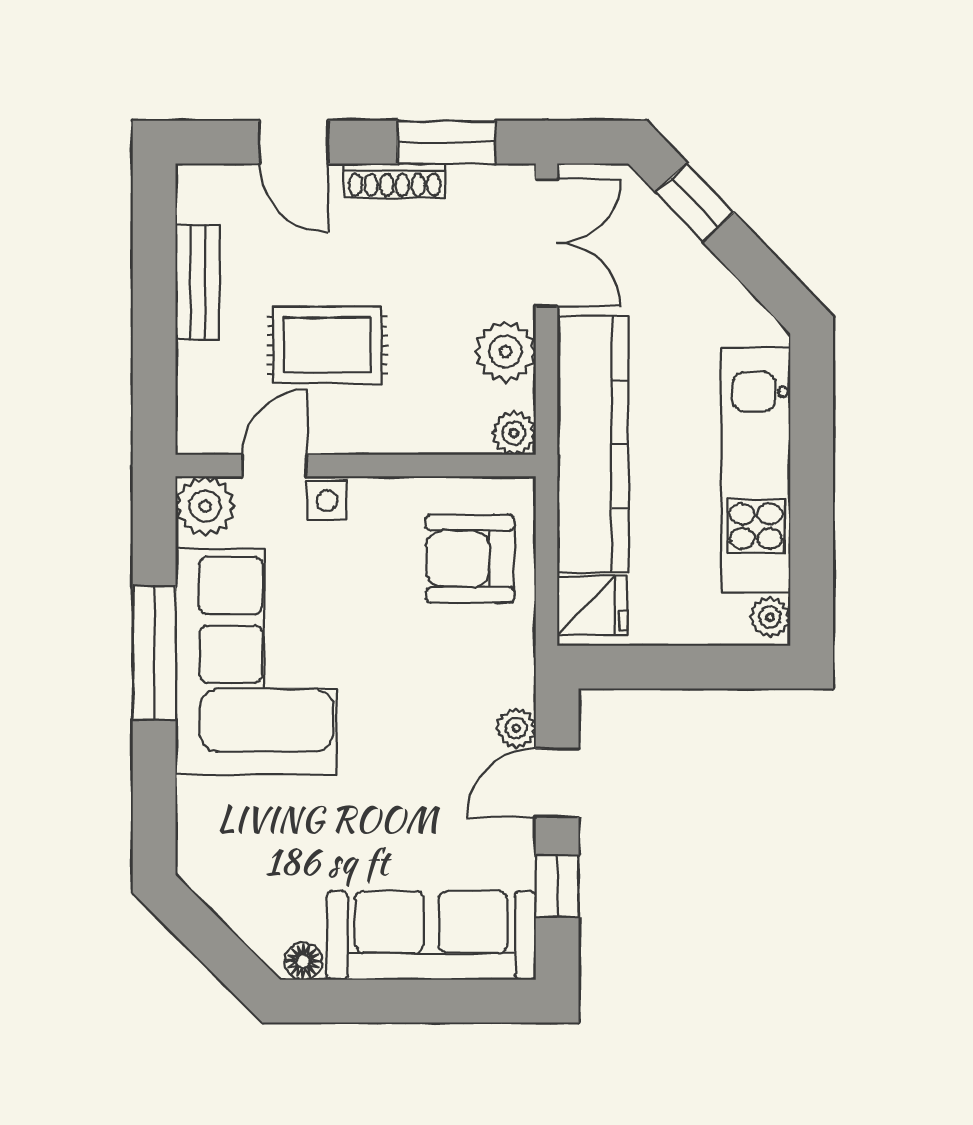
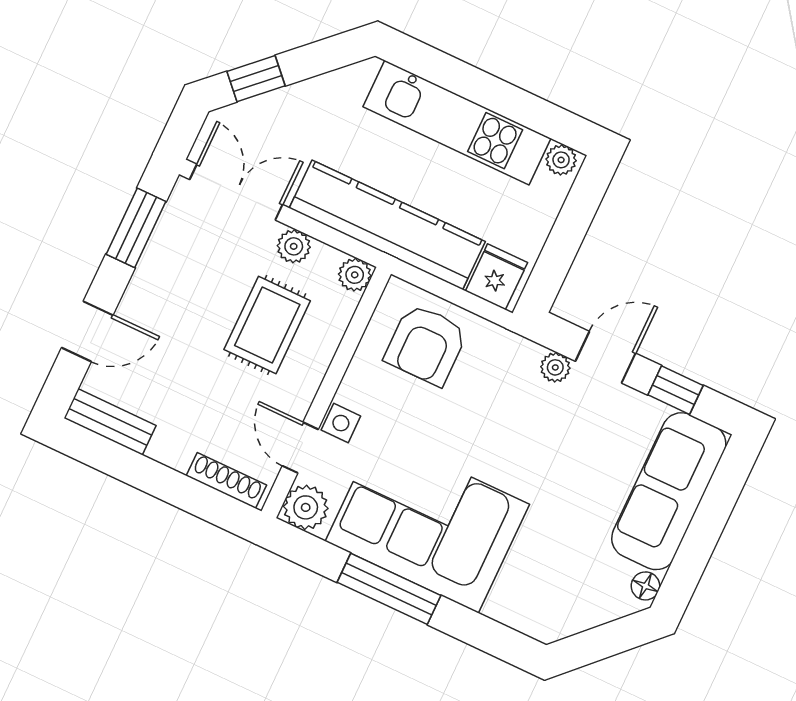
shoe rack: (395, 181) -> (226, 480), moved, turned -90
bench: (197, 282) -> (110, 422), moved
rug: (327, 345) -> (267, 325), moved
plant: (505, 352) -> (294, 246), width x0.73, depth x0.73
door: (557, 783) -> (606, 357), swing flipped

